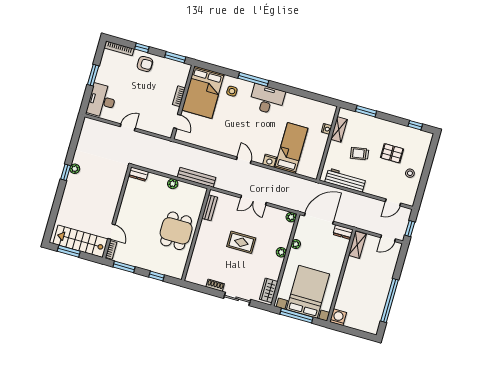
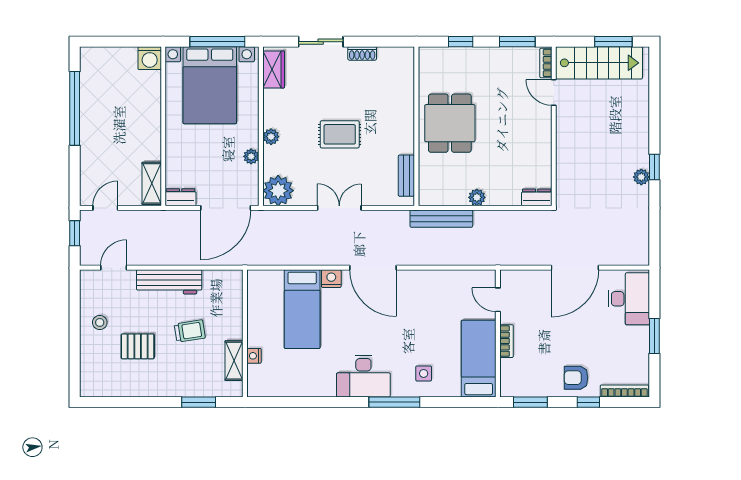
bed: (203, 92) -> (479, 359), width x0.67
window: (415, 125) -> (113, 402), removed
door: (128, 127) -> (575, 268), width x1.88
door: (244, 160) -> (373, 268), width x1.88
workbench: (345, 180) -> (169, 282), moved
plant: (291, 217) -> (278, 191), width x1.88, depth x1.88

